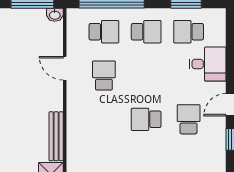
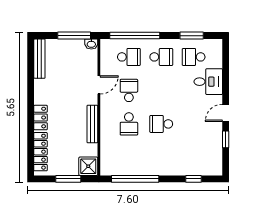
door: (65, 68) -> (99, 85), swing flipped
school desk: (189, 119) -> (129, 124), moved, turned 180
bench: (56, 136) -> (92, 124), moved

